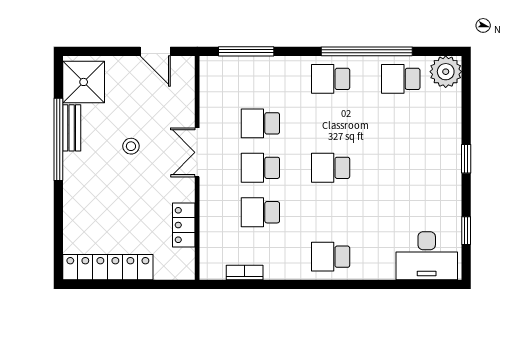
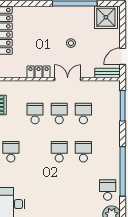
school desk: (331, 79) -> (83, 152), moved
bench: (72, 128) -> (108, 73), moved
locker: (184, 225) -> (38, 72), moved

